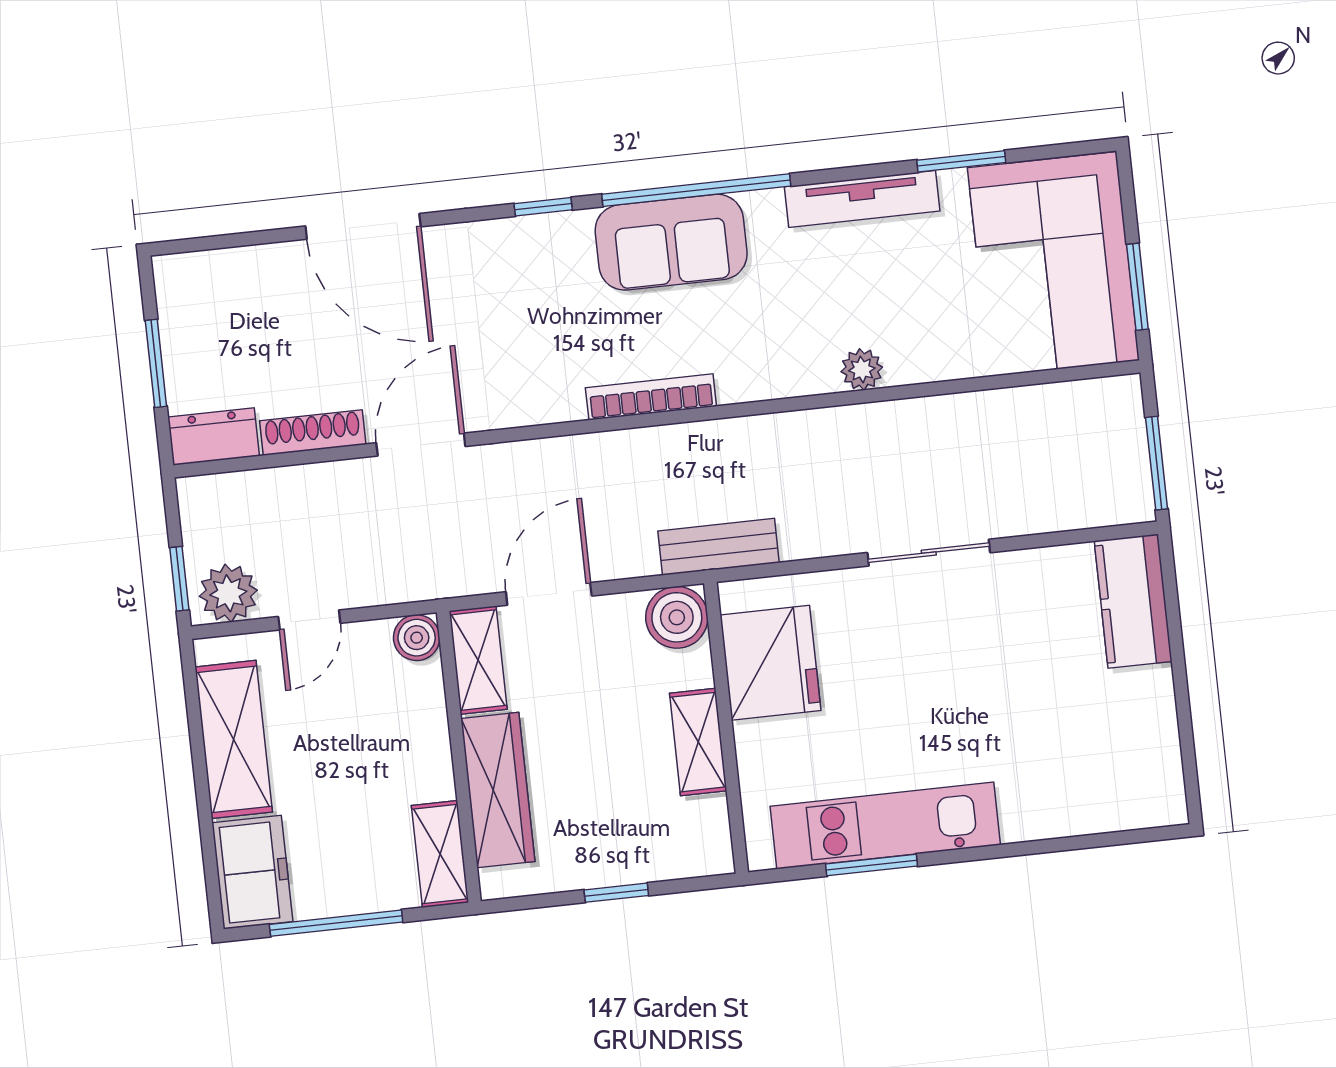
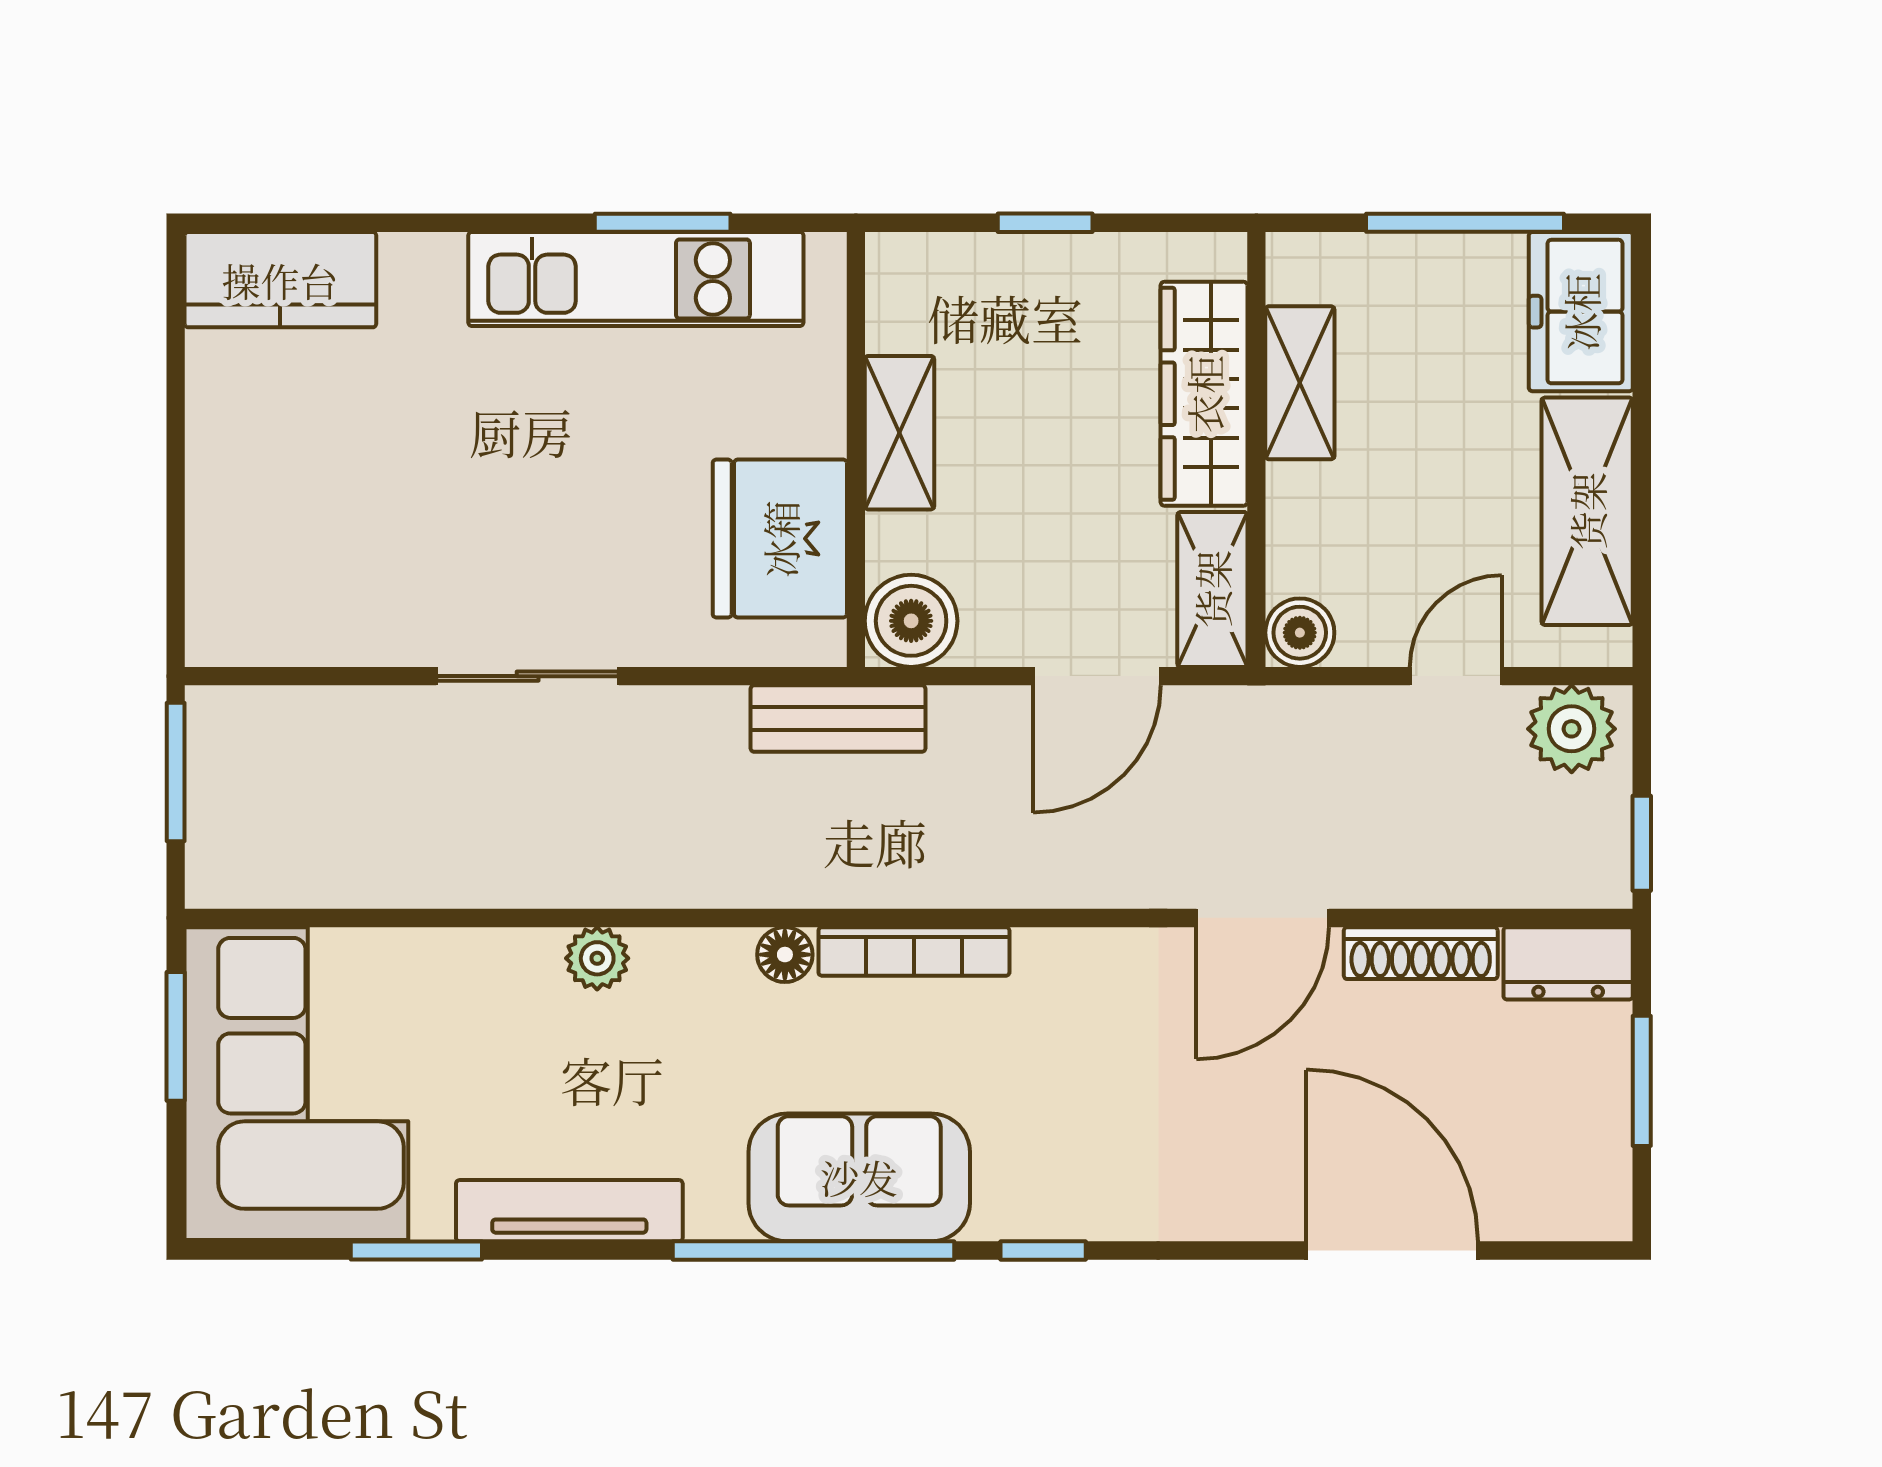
door: (363, 226) -> (1392, 1250), moved
floor lamp: (737, 386) -> (785, 955), added
window: (179, 579) -> (1642, 843), moved
kitchen counter: (1133, 601) -> (280, 280), moved, turned 90
shelving: (440, 854) -> (1300, 383), moved

